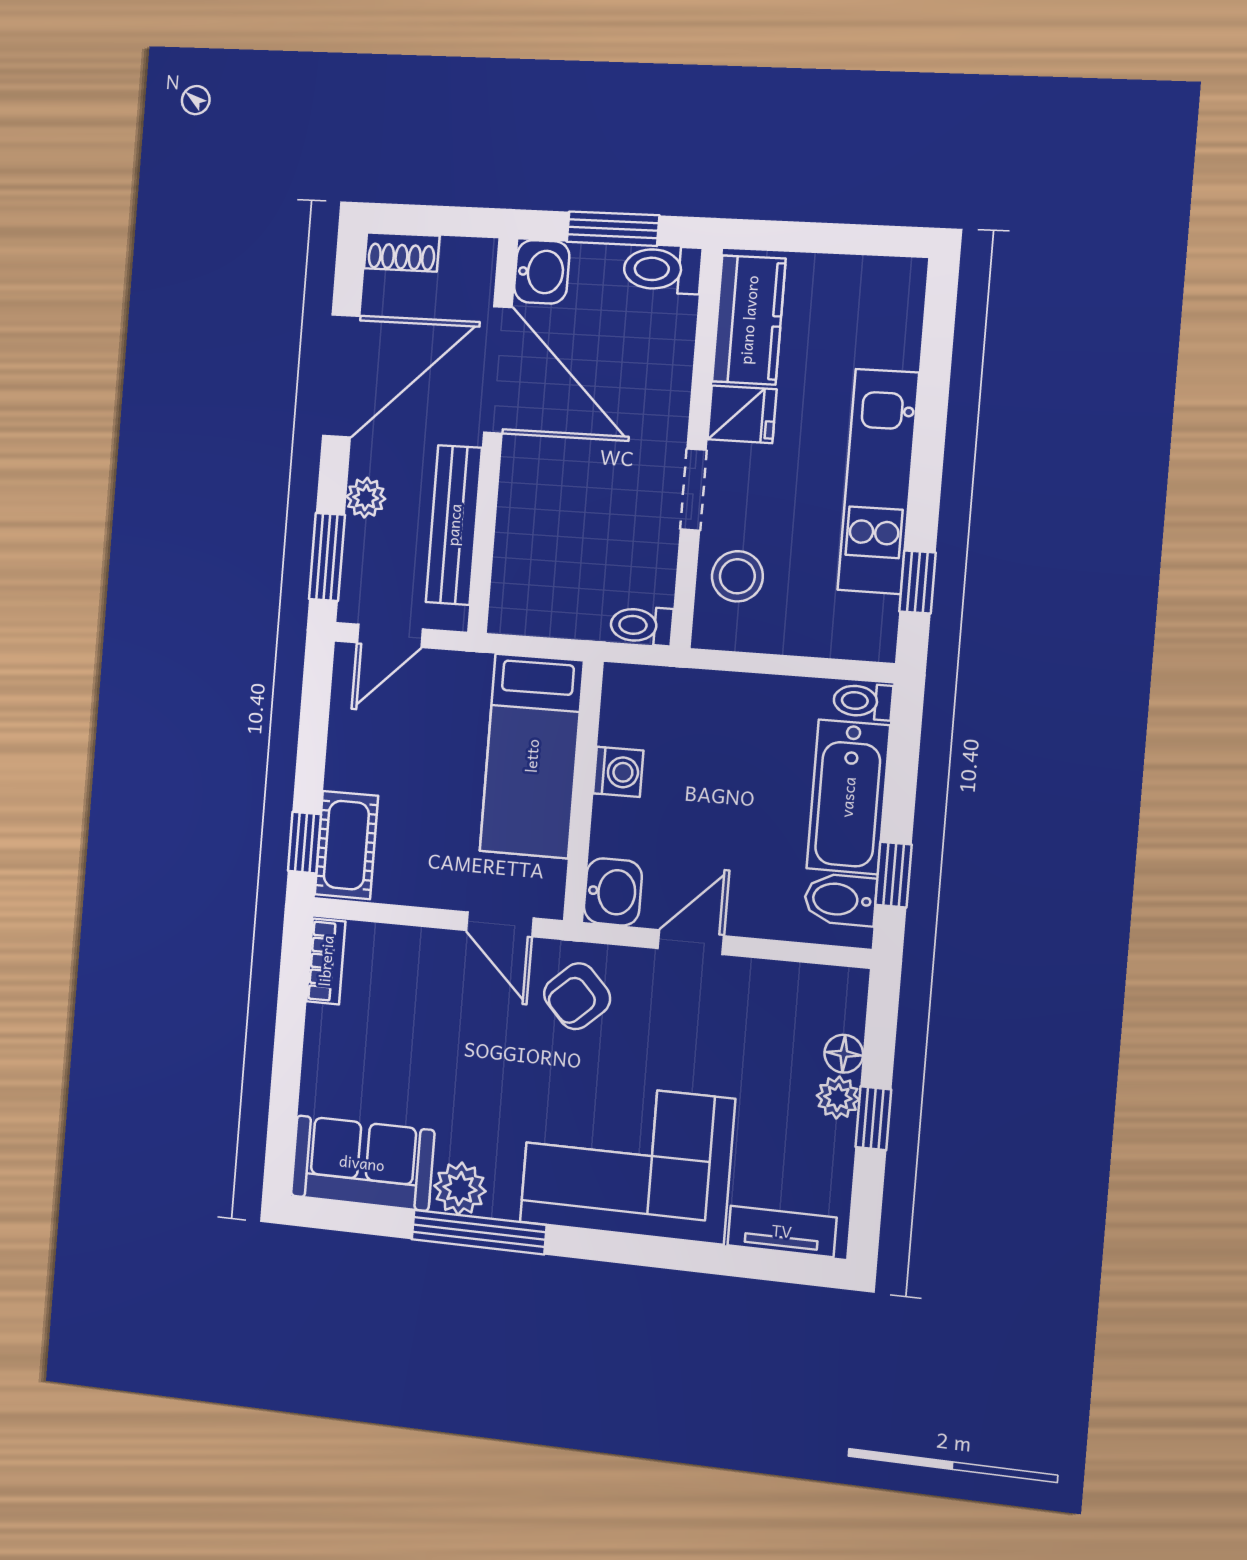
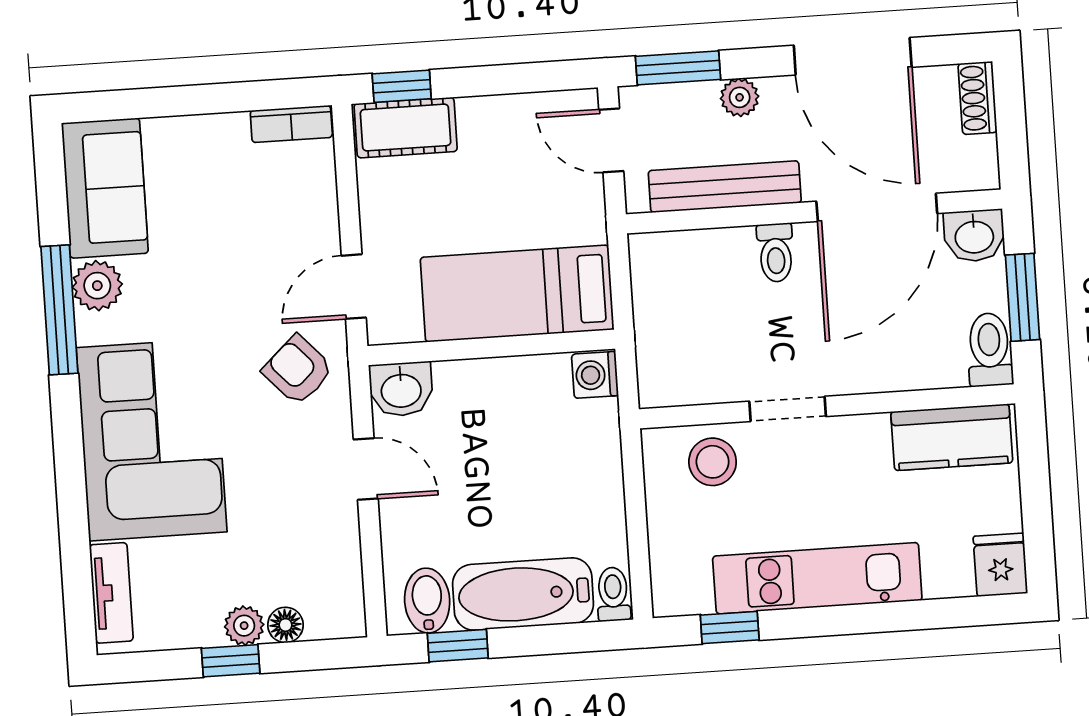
fridge: (742, 414) -> (1000, 565), moved, turned 180
toilet: (641, 625) -> (776, 253), moved, turned 180
washing machine: (618, 772) -> (595, 375), moved, turned 90

